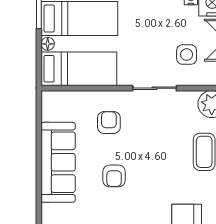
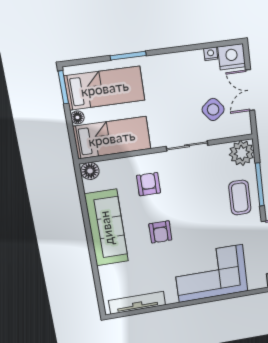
side table: (187, 55) -> (213, 109), turned -38
floor lamp: (51, 100) -> (90, 171), added

